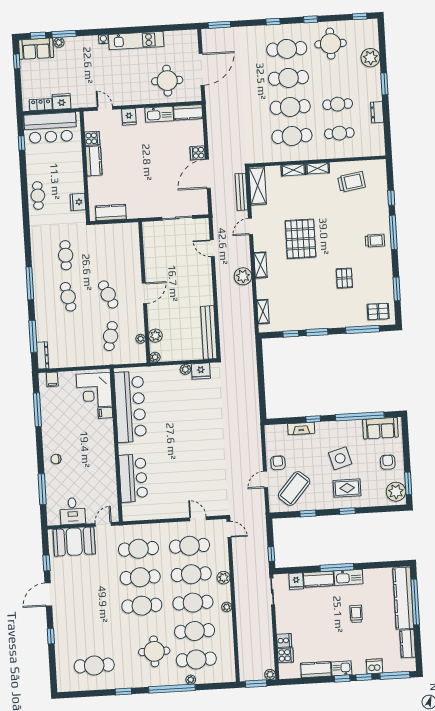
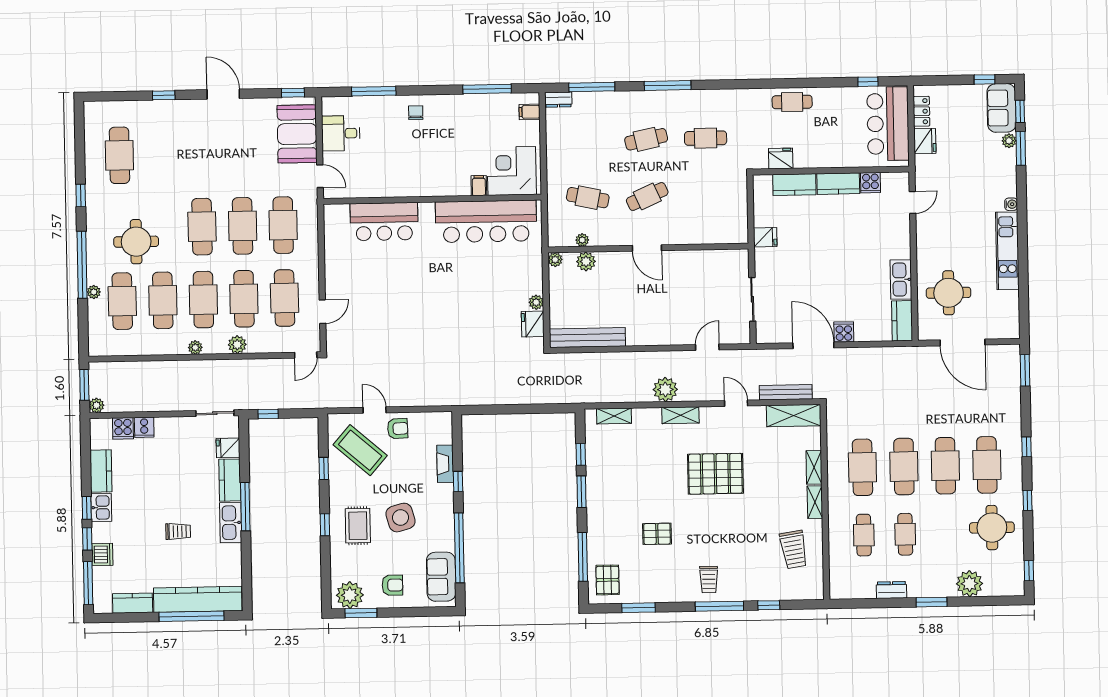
fridge: (129, 117) -> (765, 237), moved, turned 180
kitchen counter: (111, 213) -> (794, 185), moved, turned 90
dresser: (43, 355) -> (558, 100), width x0.70
window: (46, 563) -> (293, 93), moved

